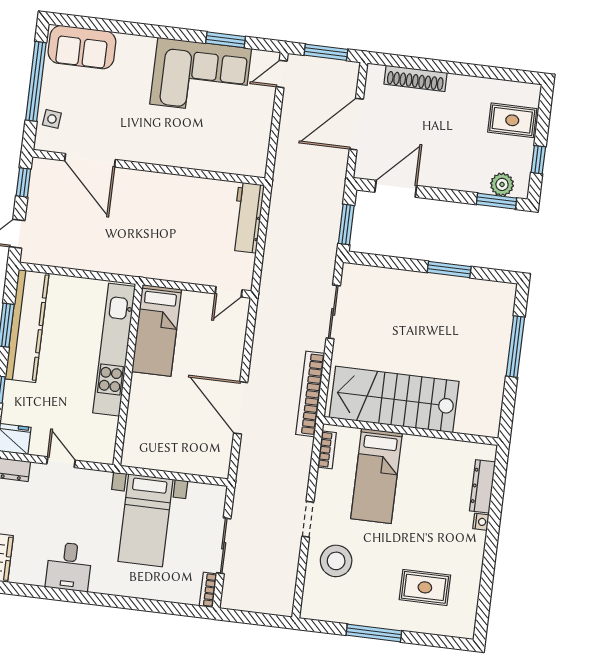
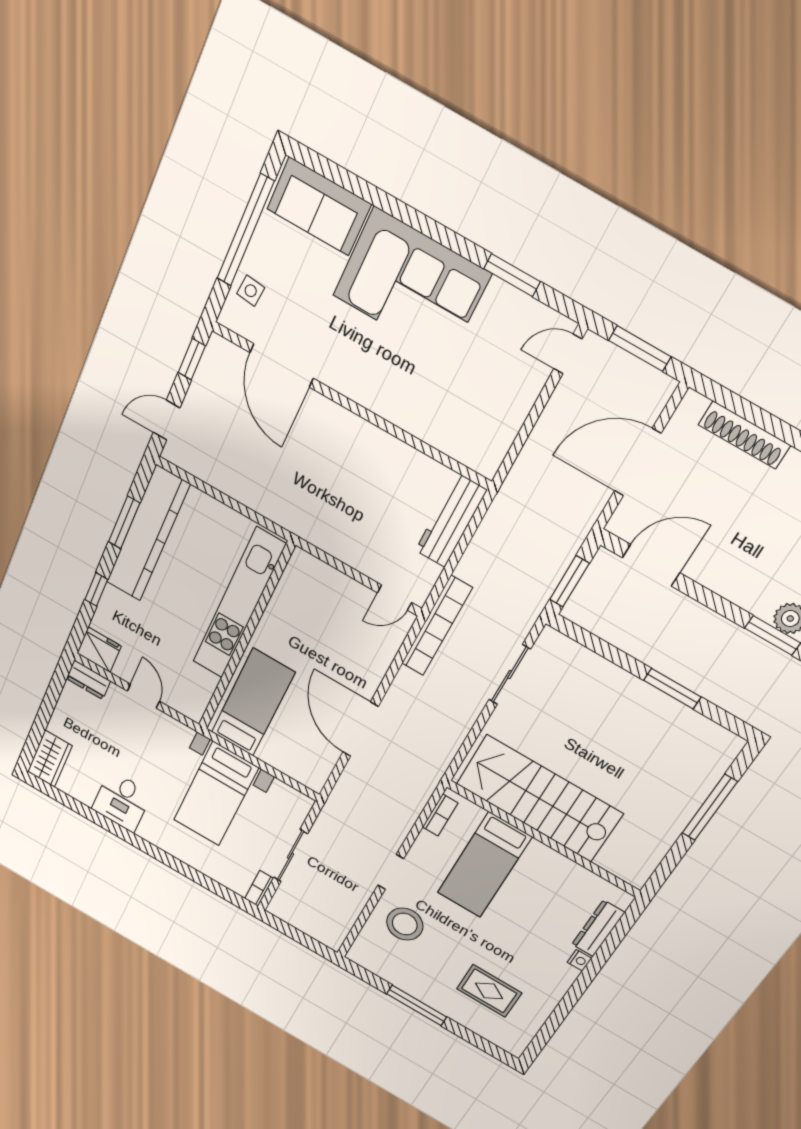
corner sofa: (201, 76) -> (412, 285), moved
bed: (157, 330) -> (253, 703), moved, turned 180
bookcase: (310, 394) -> (437, 626), moved, turned 180

